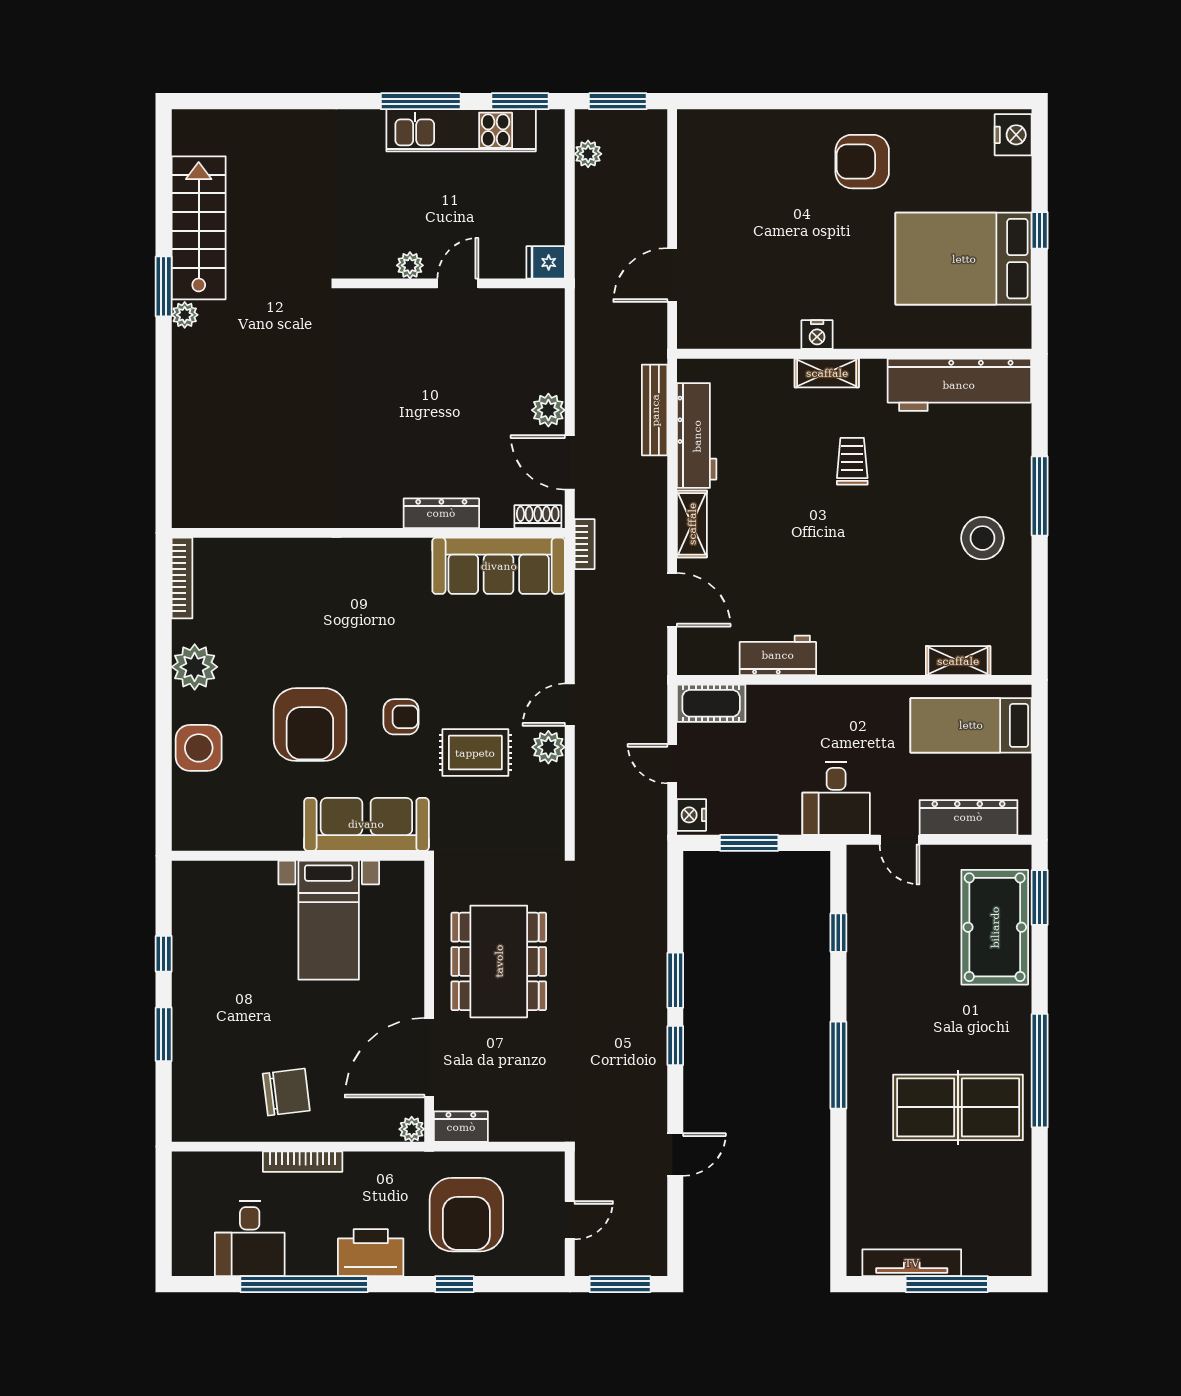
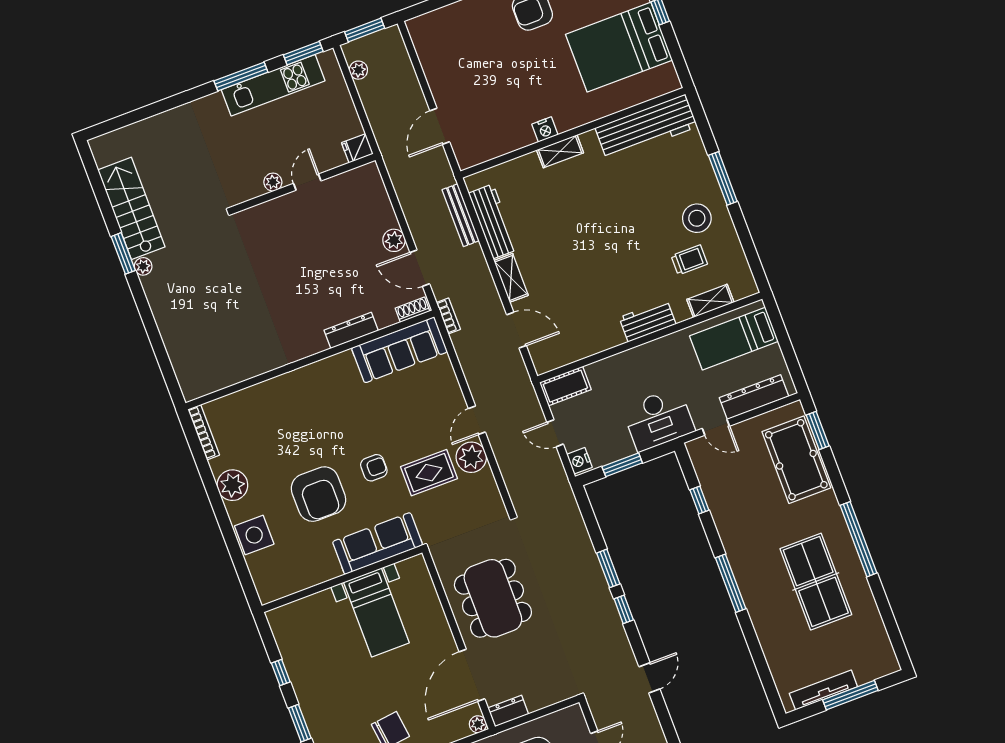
trolley: (852, 461) -> (689, 260), moved, turned 90
workbench: (778, 655) -> (648, 321), moved
plant: (548, 747) -> (471, 457), width x1.36, depth x1.36
desk: (836, 799) -> (658, 419), width x1.37
table tennis table: (958, 1107) -> (816, 582), turned 90

